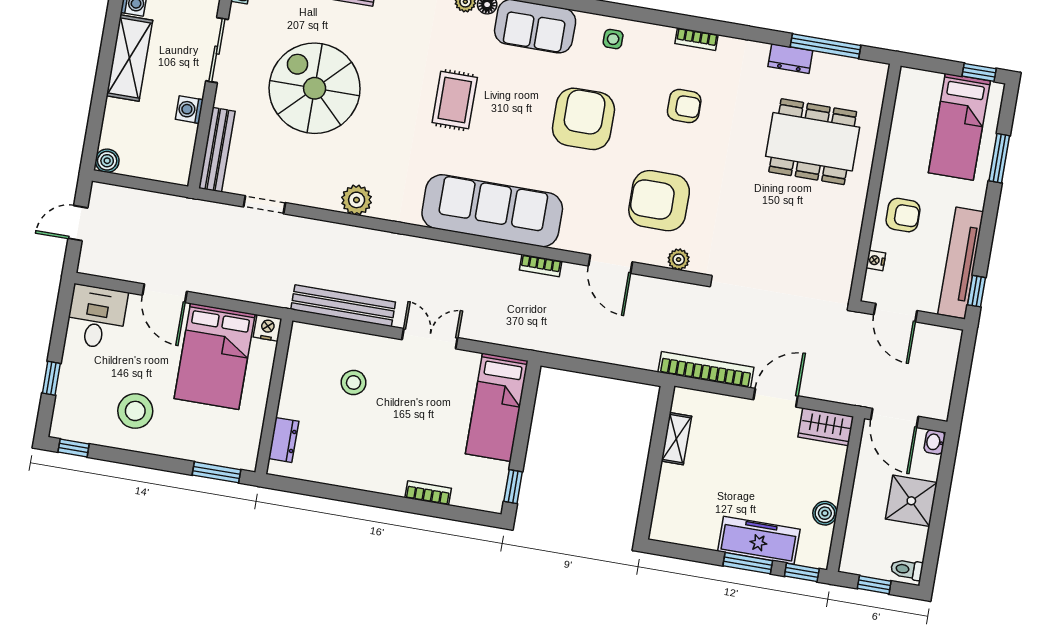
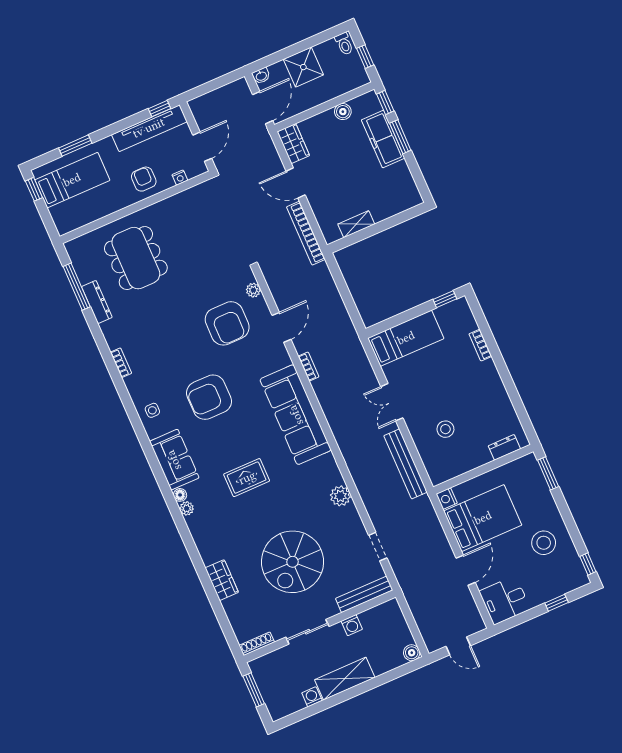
dresser: (790, 59) -> (97, 302), width x1.44
armchair: (684, 106) -> (164, 345), removed

